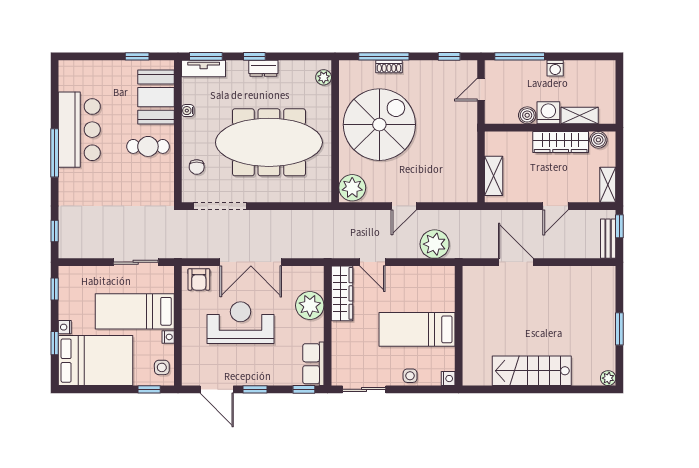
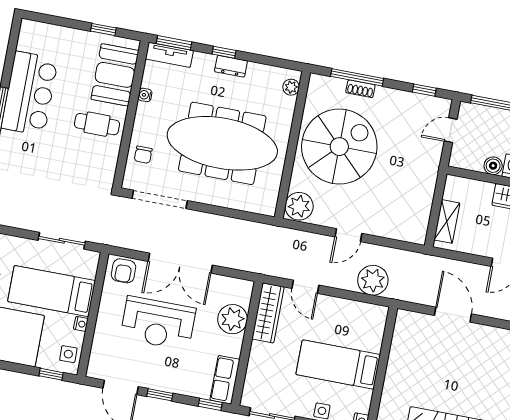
reception desk: (241, 323) -> (158, 323), turned 180

